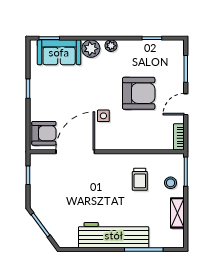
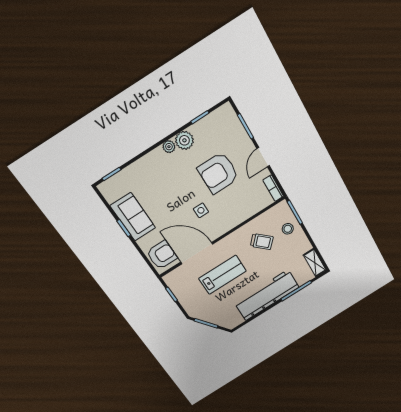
plant: (91, 49) -> (184, 140), moved
sofa: (59, 52) -> (133, 217), moved, turned -90
armchair: (139, 93) -> (218, 173), turned 180
door: (75, 152) -> (197, 253), hinge flipped
trolley: (140, 179) -> (262, 242), turned -47
lab bench: (85, 187) -> (222, 275), added
shelving: (177, 213) -> (315, 263), moved

